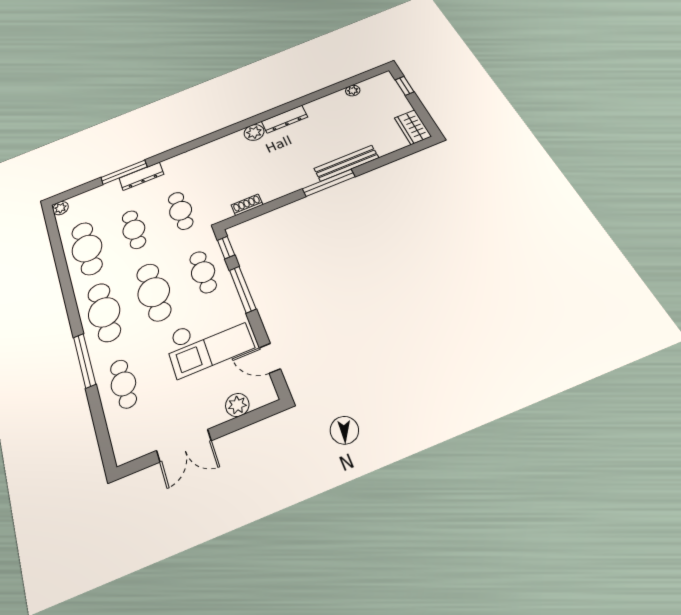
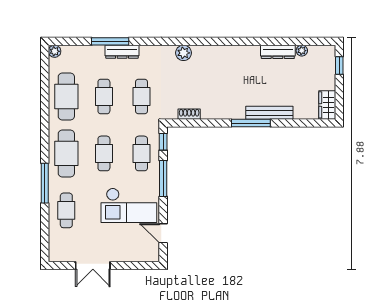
dresser: (285, 119) -> (278, 52), moved
plant: (254, 132) -> (184, 53), moved
cafe table: (154, 292) -> (104, 153), width x0.73, depth x0.74
plant: (237, 405) -> (133, 254), removed

